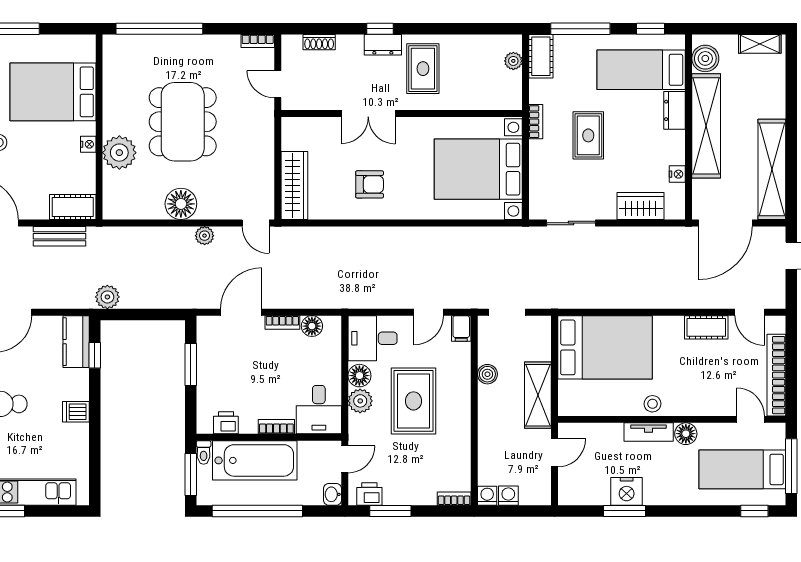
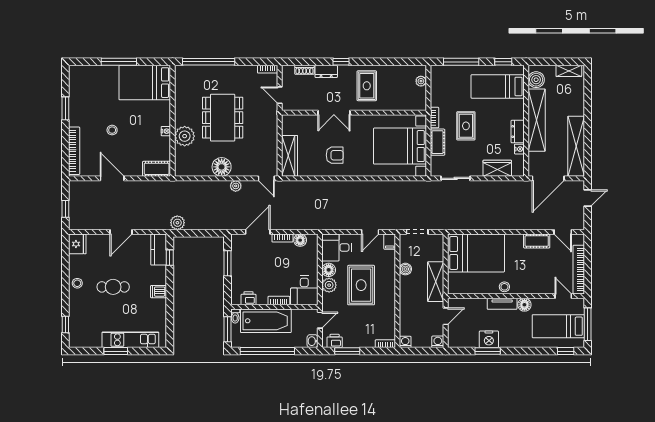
dresser: (383, 45) -> (326, 71), moved
cot: (541, 56) -> (437, 142), moved
bed: (53, 92) -> (145, 83), moved
dresser: (674, 110) -> (518, 132), moved
bench: (60, 236) -> (149, 186), removed
washing machine: (508, 496) -> (438, 342), moved

